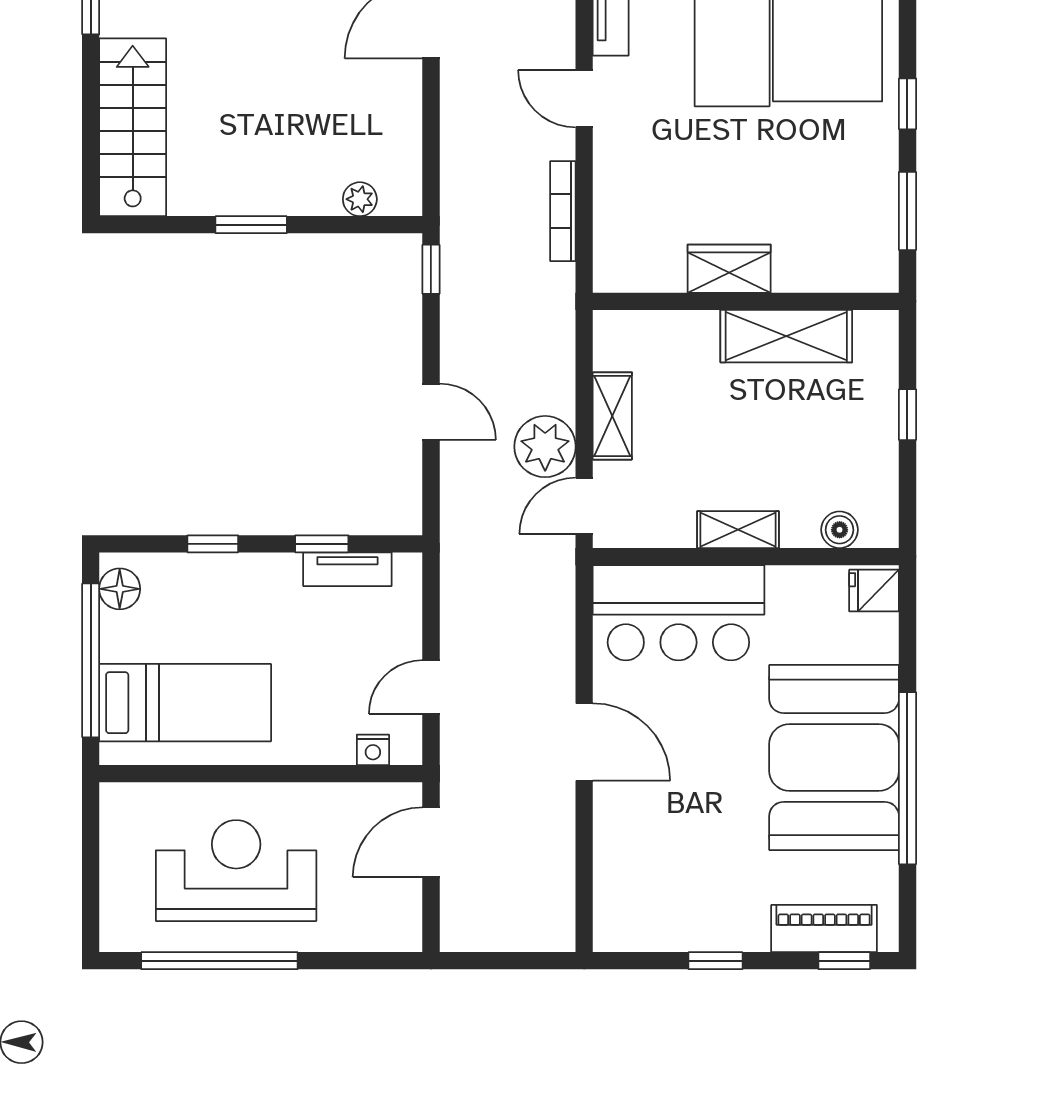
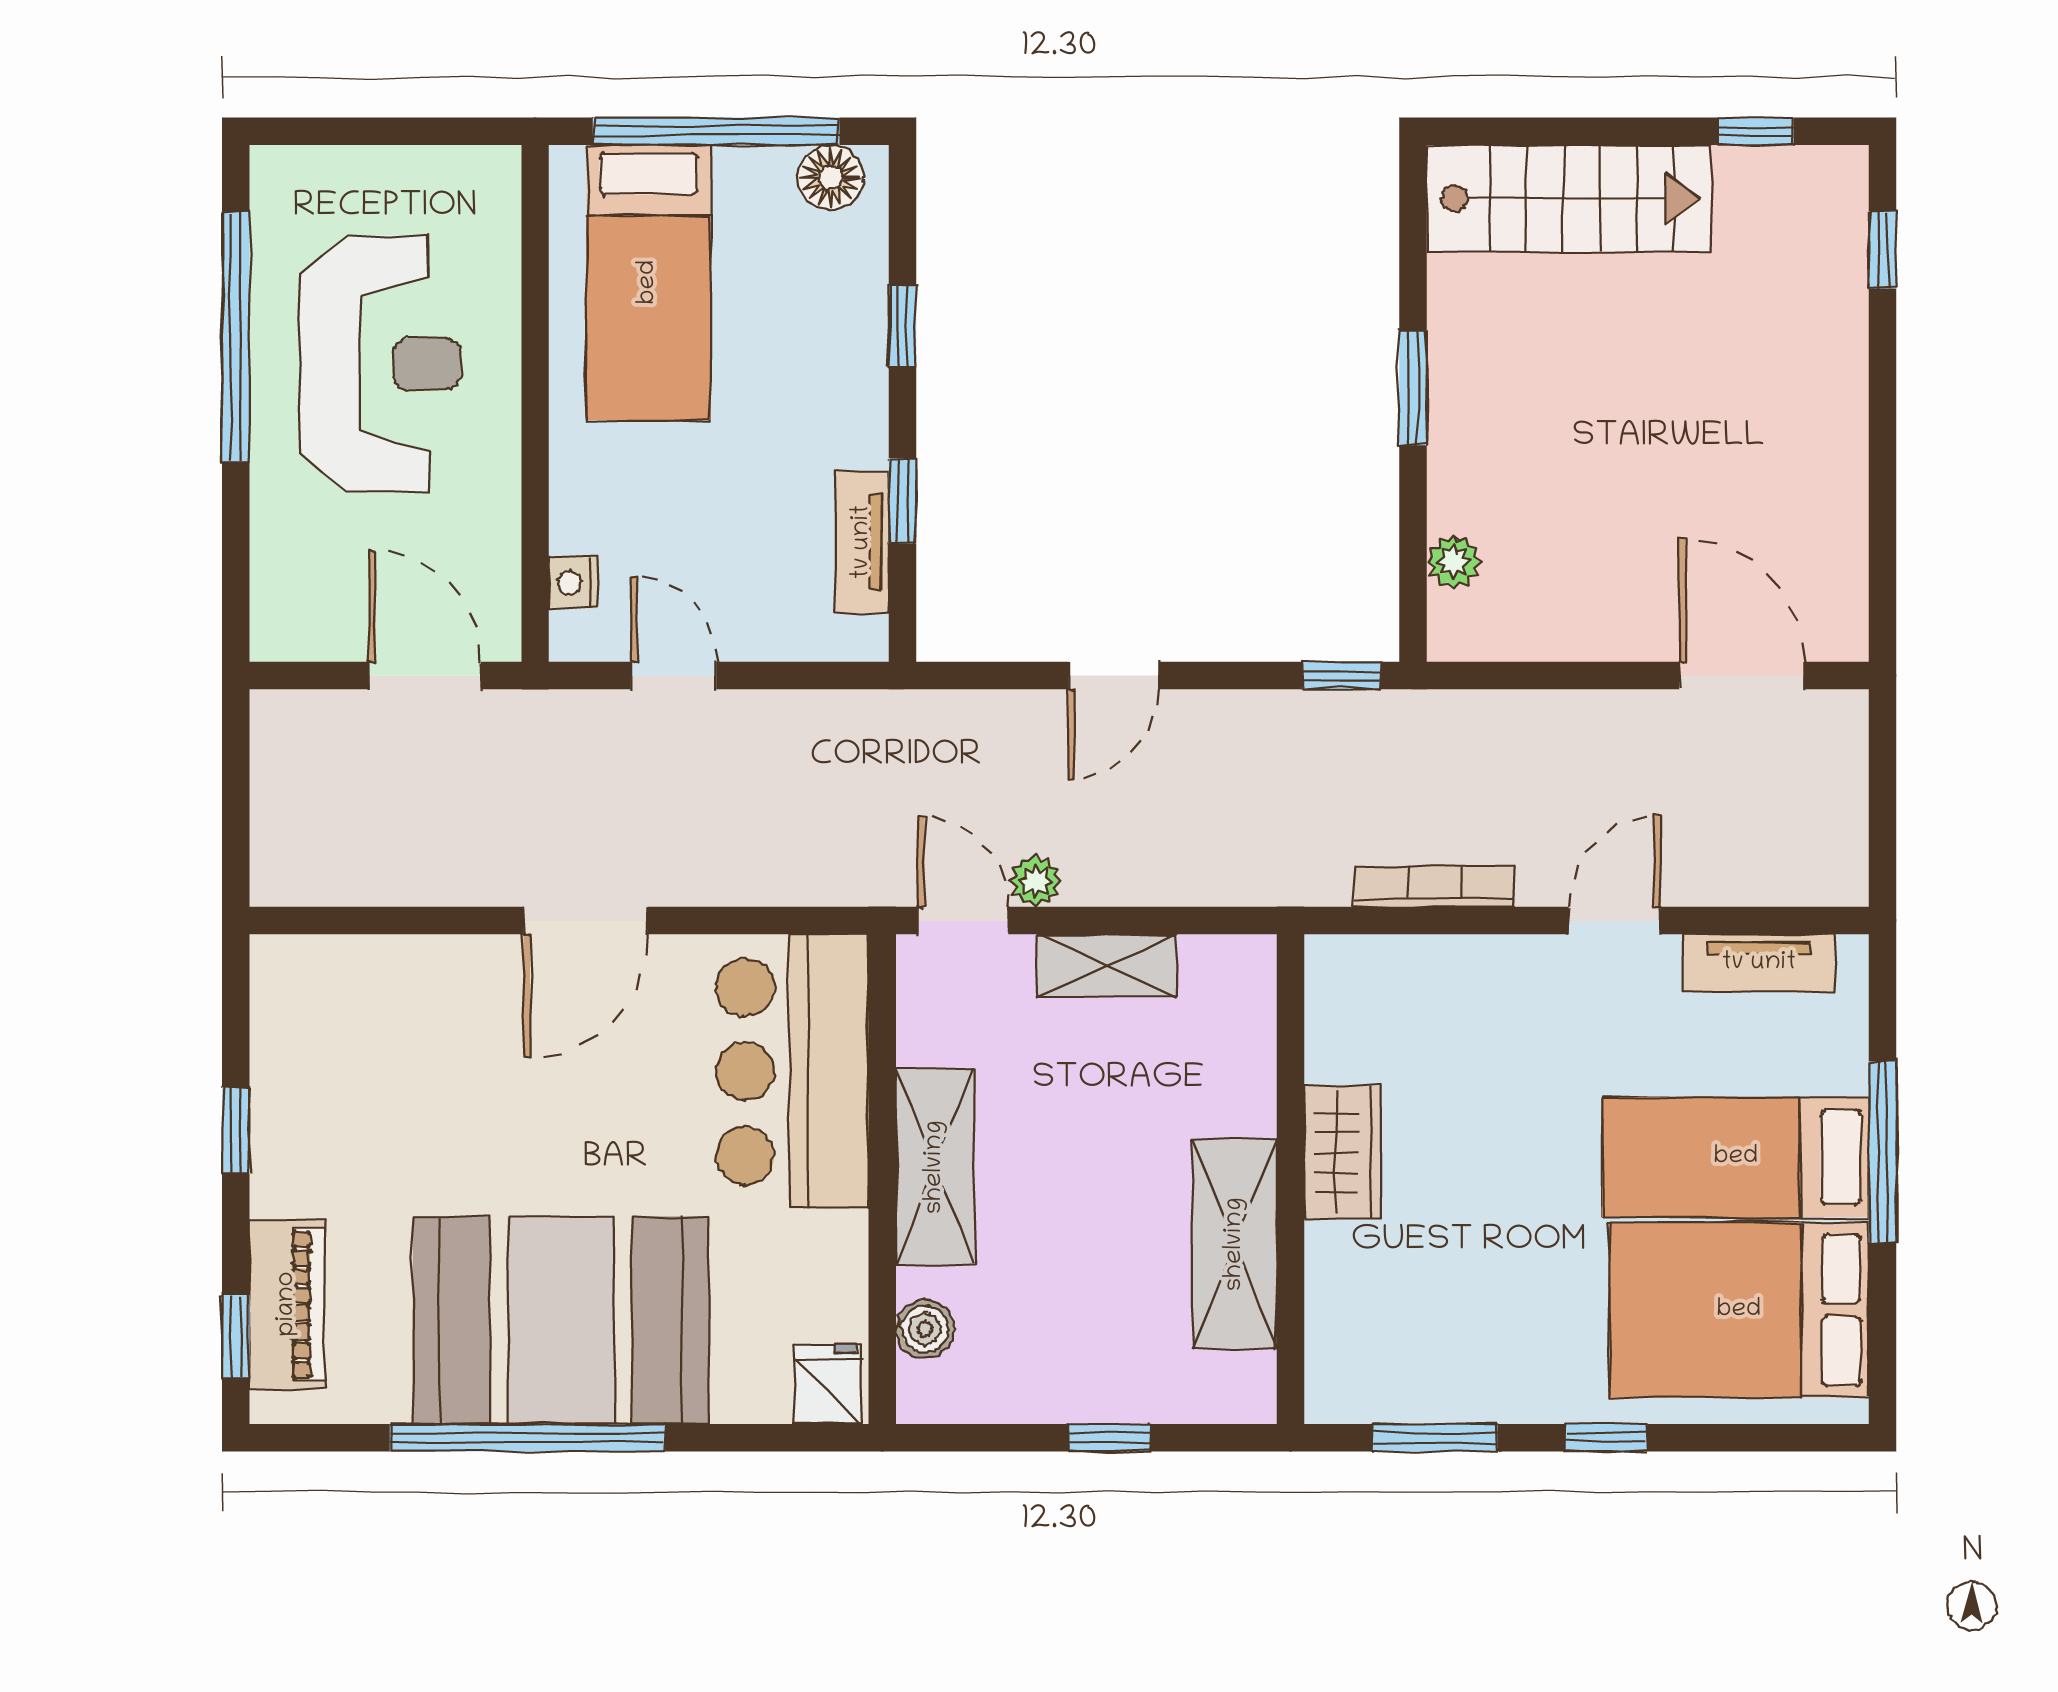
plant: (545, 447) -> (1035, 881), width x0.53, depth x0.53
shelving: (738, 530) -> (935, 1167), width x1.50, depth x1.33

